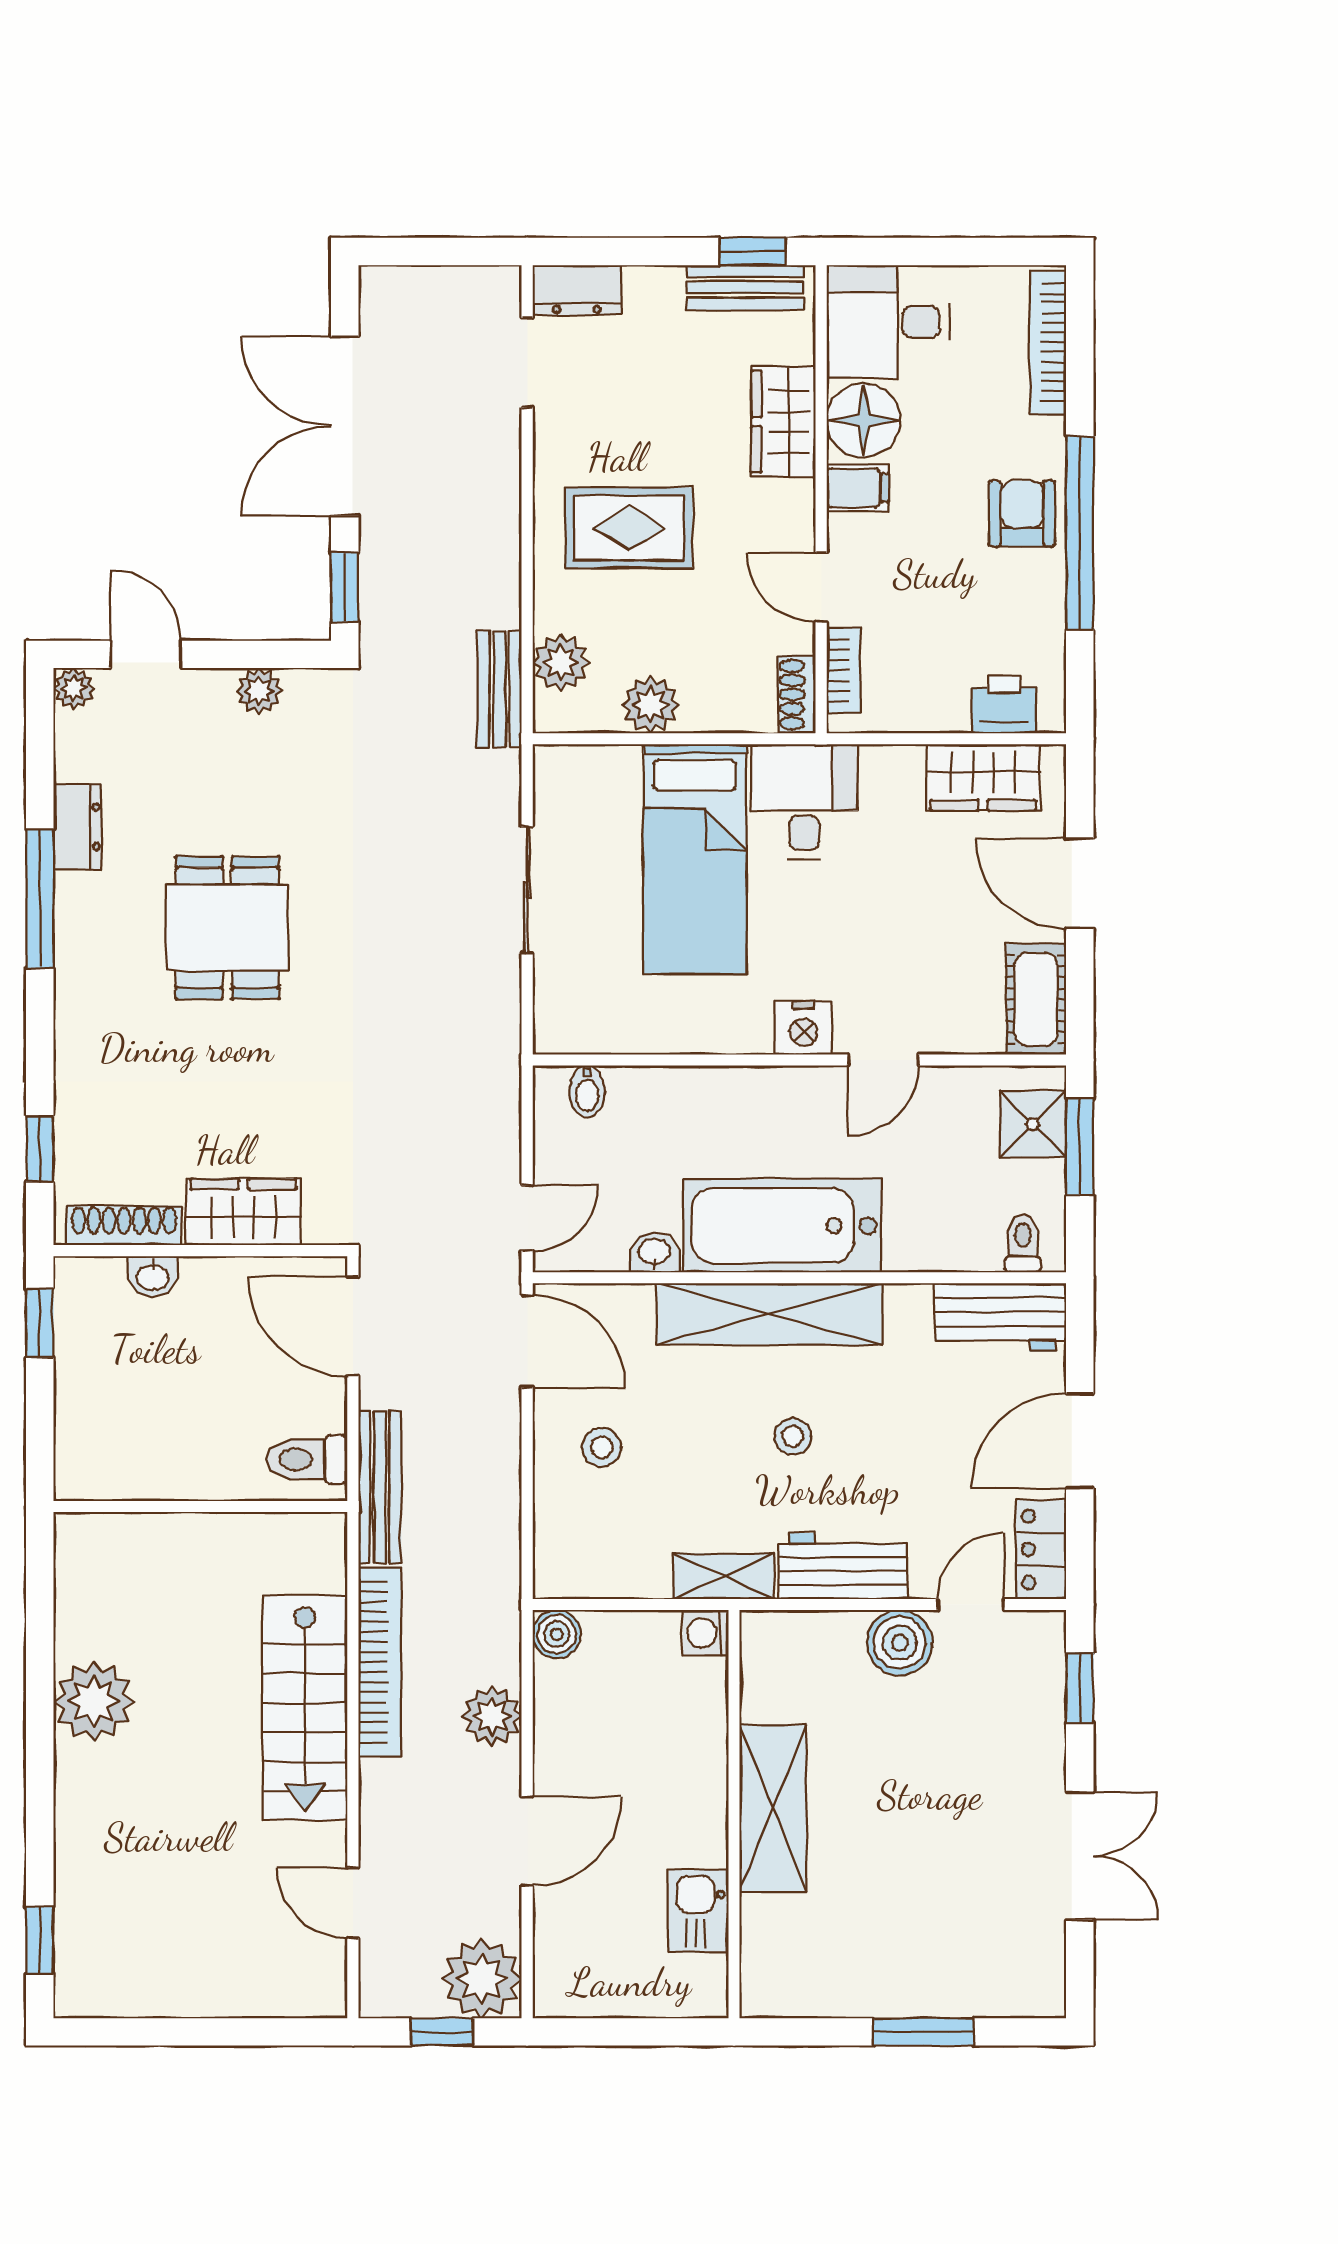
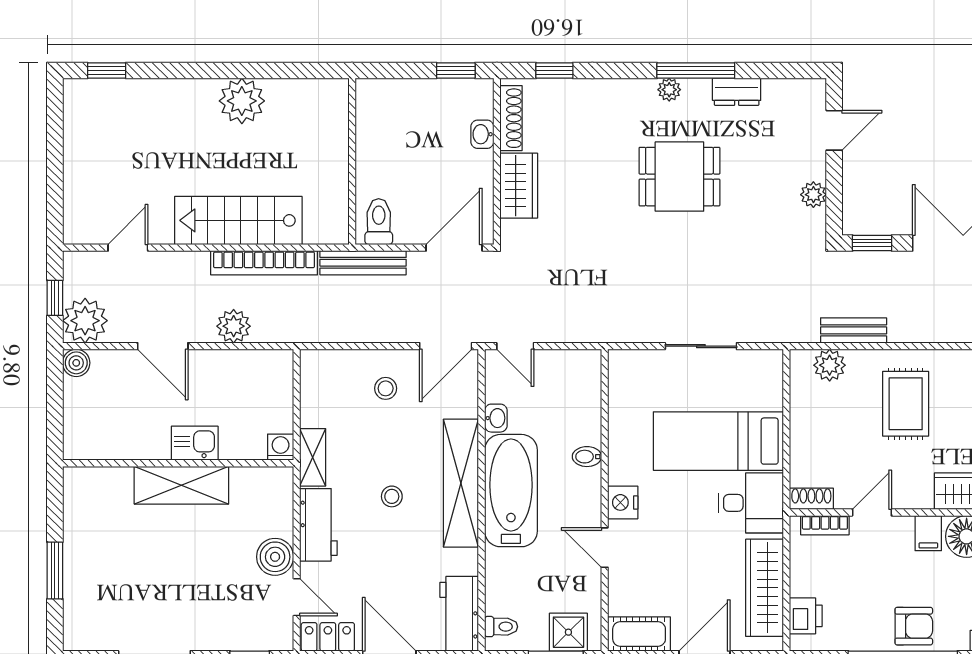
plant: (74, 688) -> (669, 90), moved
bench: (499, 689) -> (854, 330), moved
plant: (651, 705) -> (806, 416), removed
wardrobe: (983, 777) -> (764, 588), width x1.50
bidet: (587, 1091) -> (587, 457), moved
boiler: (557, 1634) -> (76, 363), moved
kitchen sink: (699, 1911) -> (195, 443), moved

